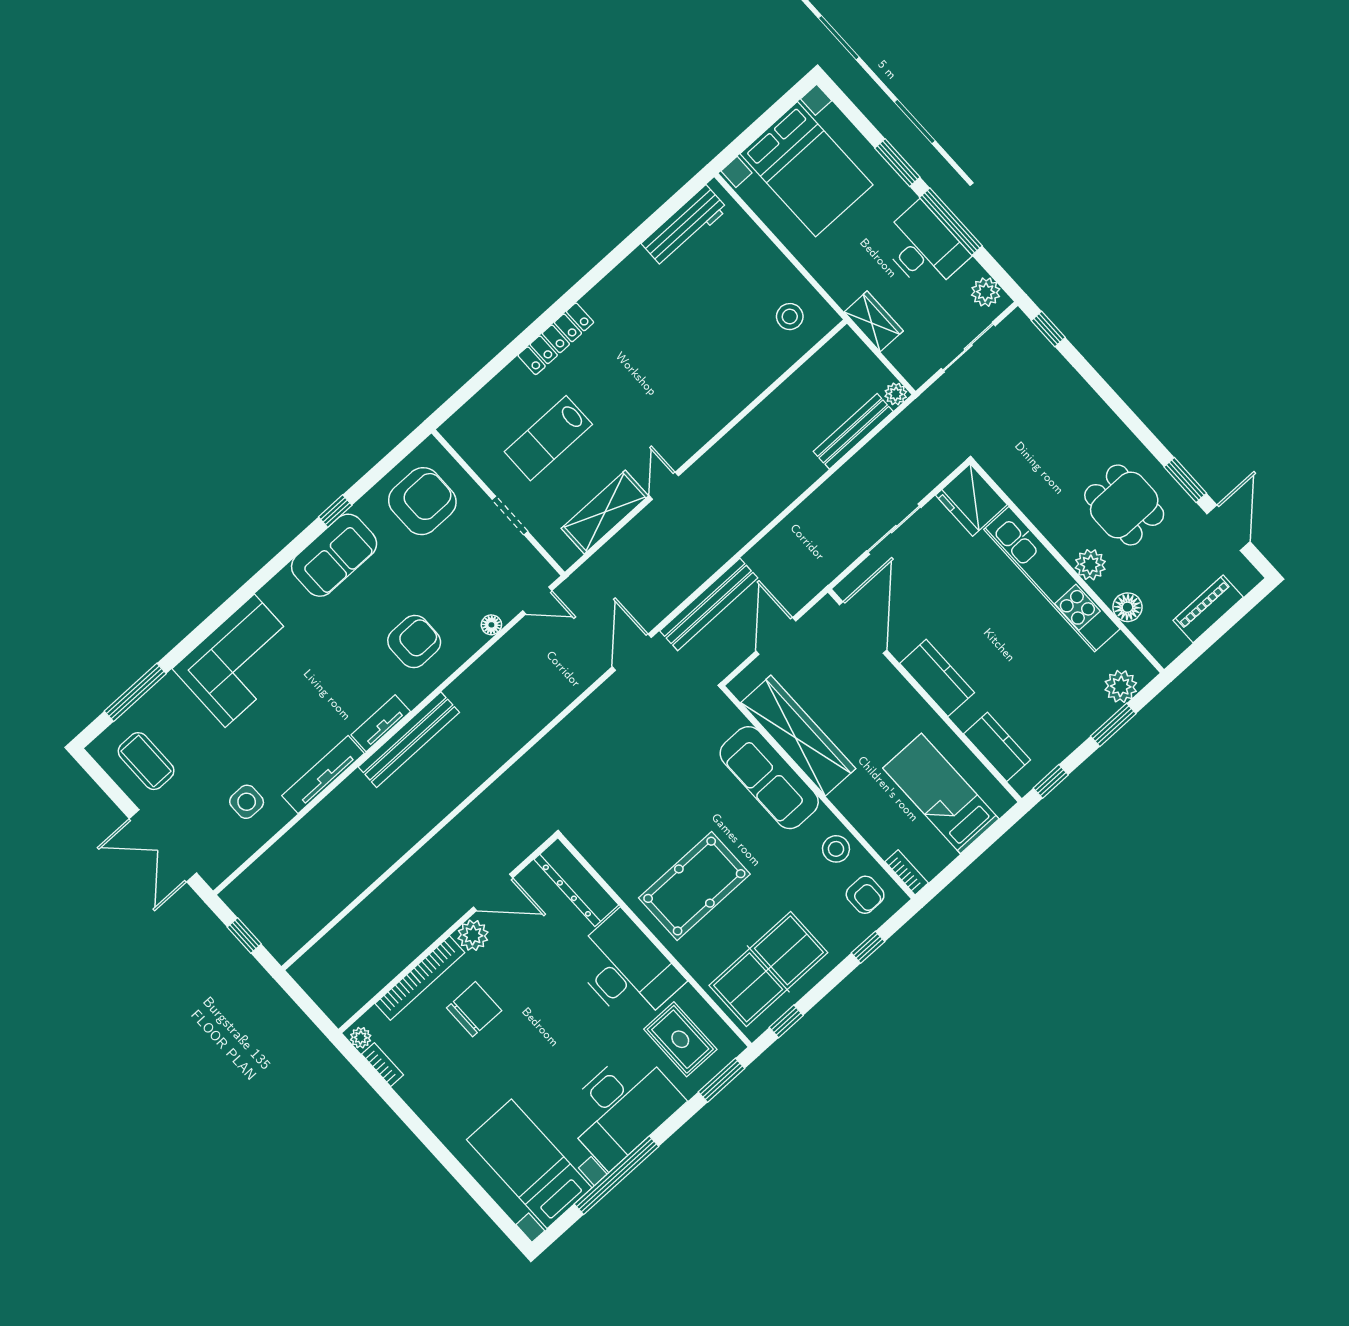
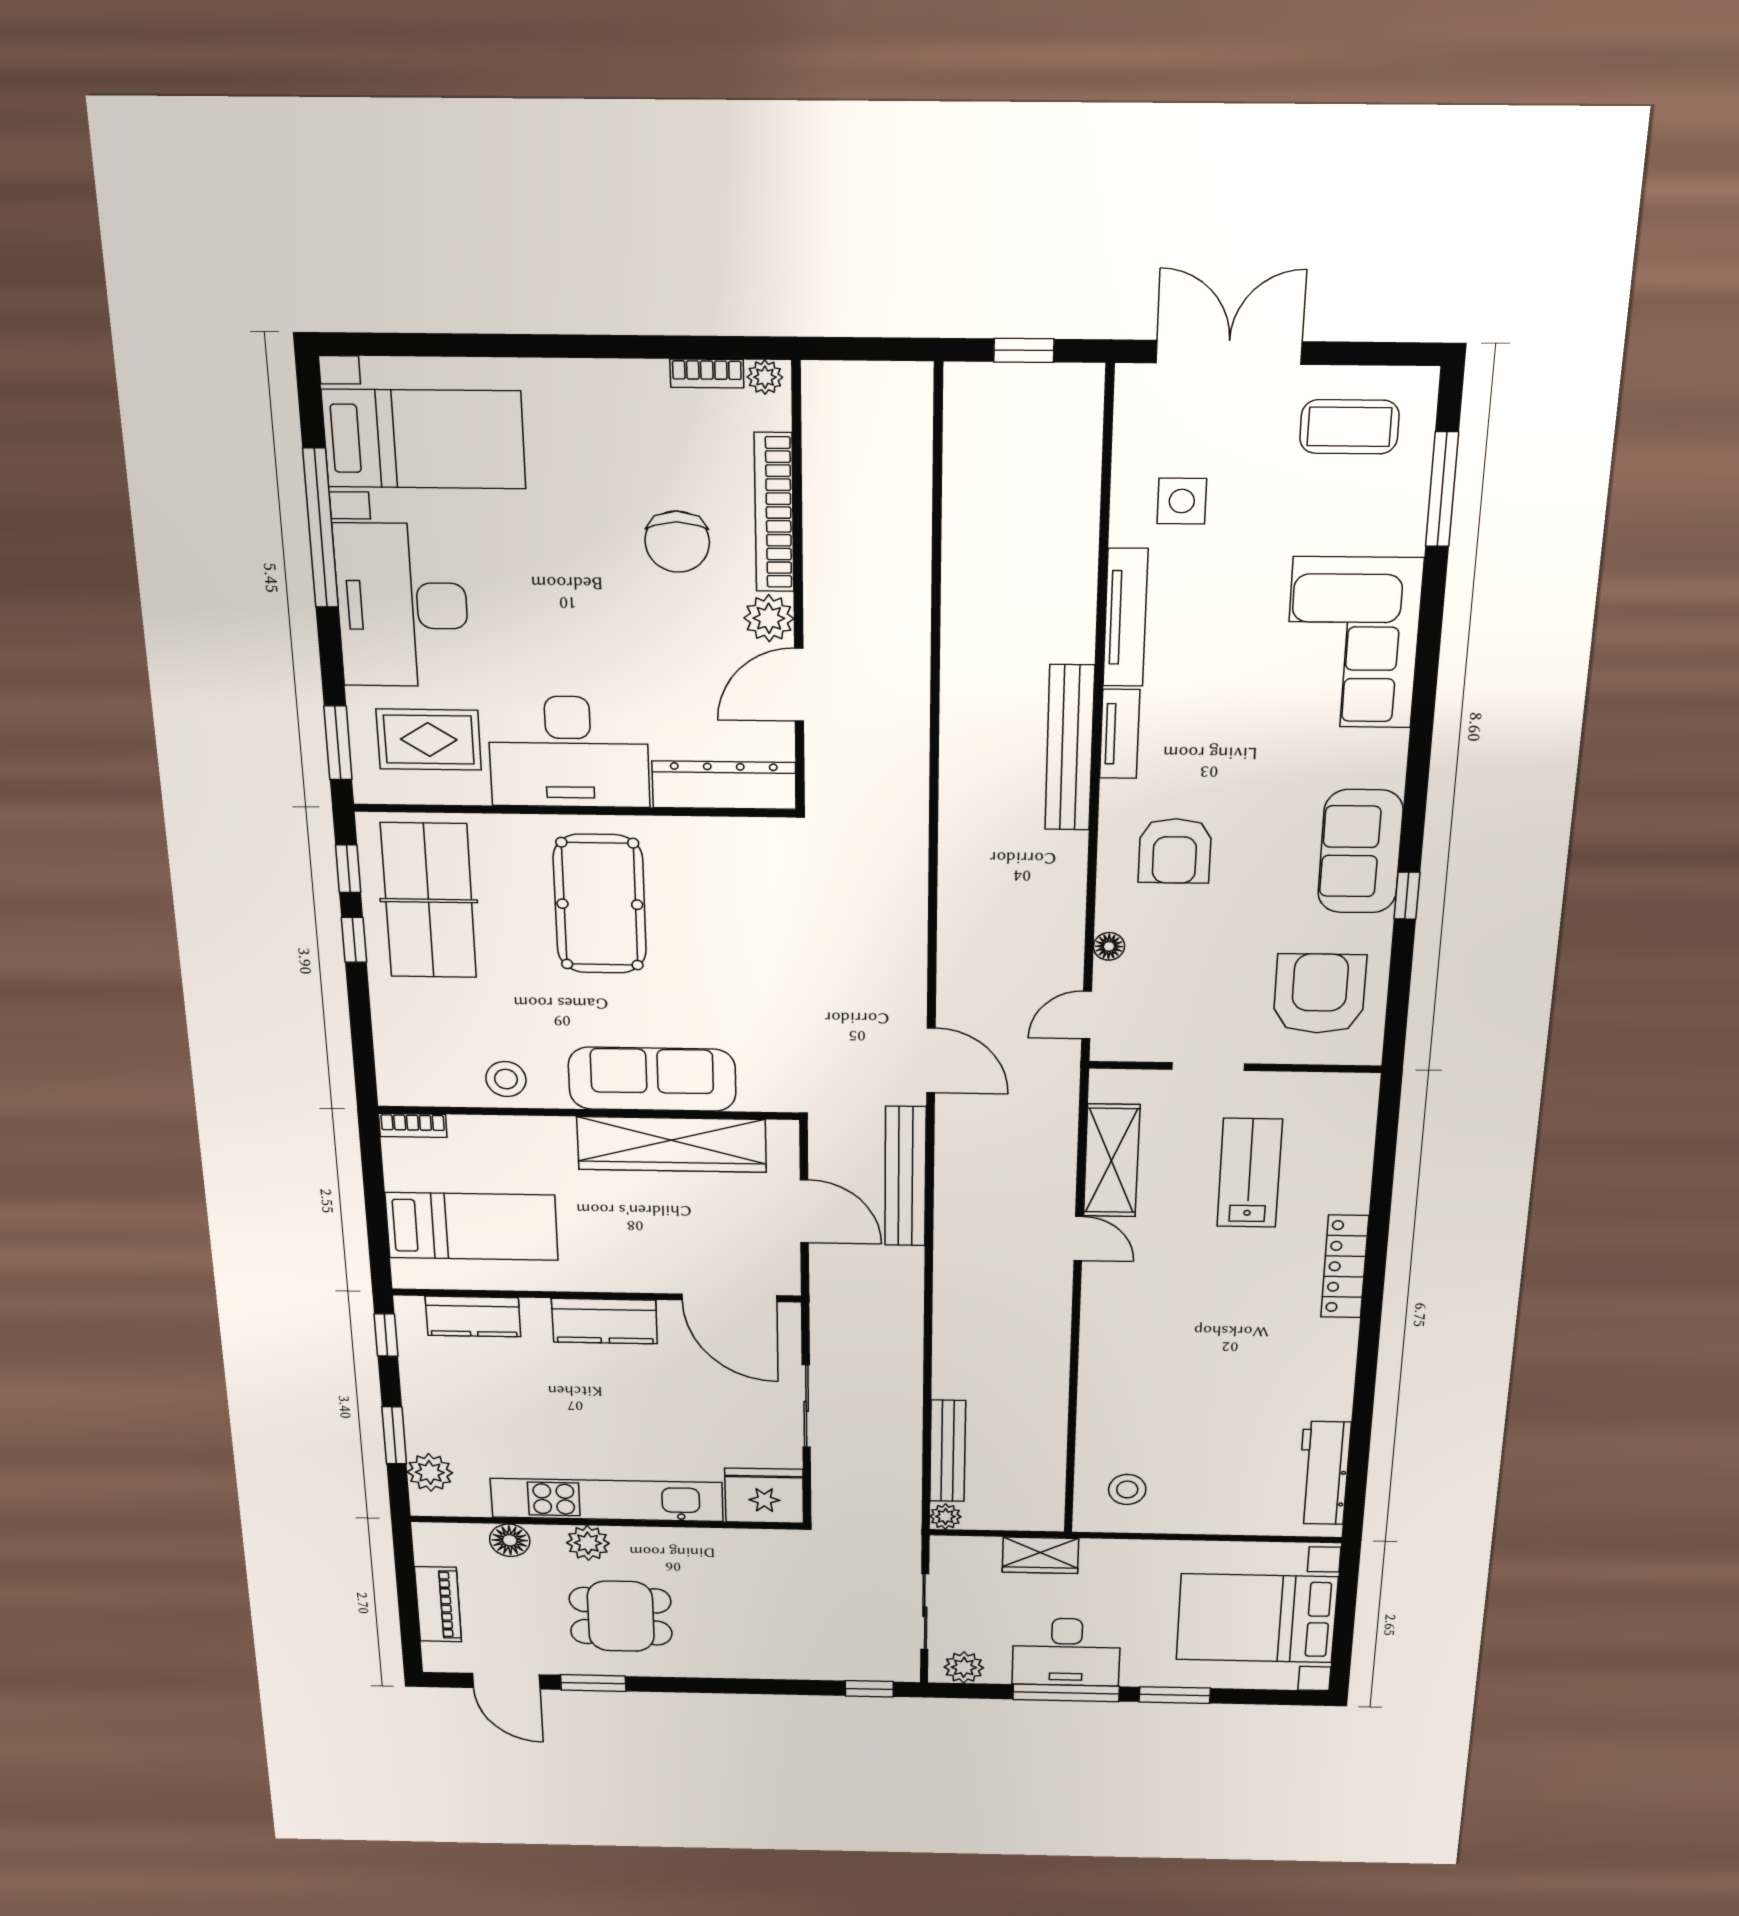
armchair: (422, 501) -> (1320, 994), turned 180
armchair: (865, 895) -> (425, 1066), removed
window: (868, 947) -> (354, 940), moved

